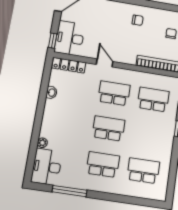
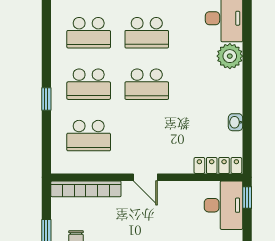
door: (105, 63) -> (145, 177), moved
school desk: (114, 93) -> (89, 84), moved
plant: (42, 143) -> (230, 56), width x1.88, depth x1.88

